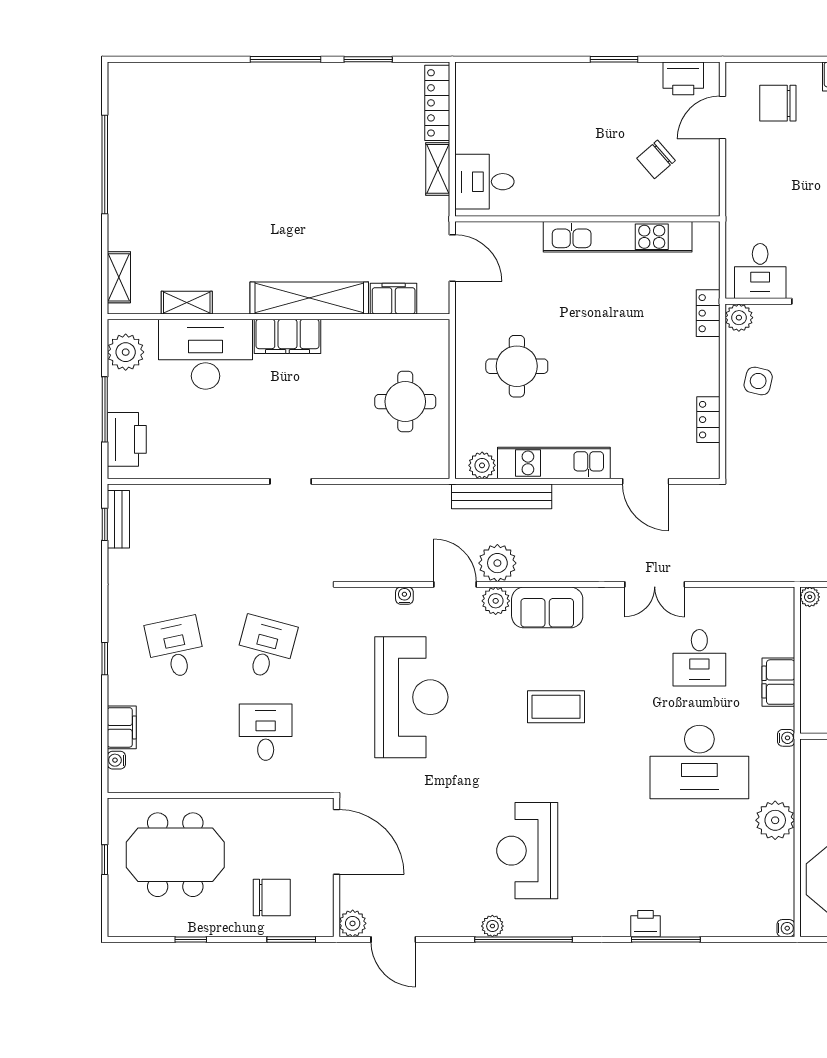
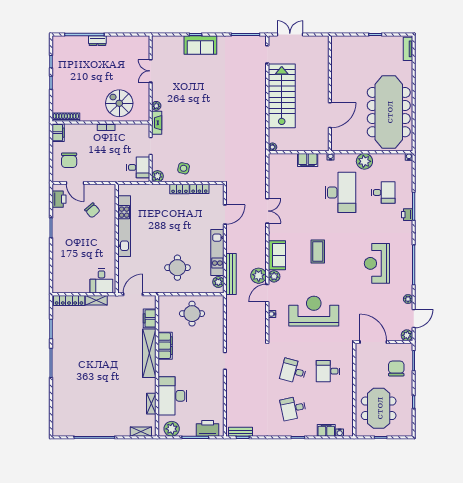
locker: (708, 313) -> (179, 189), moved
filing cabinet: (288, 336) -> (165, 346), moved
desk: (699, 658) -> (383, 192), moved
door: (336, 842) -> (373, 342), hinge flipped
reception desk: (527, 851) -> (377, 263), turned 90
plant: (492, 926) -> (408, 299), moved

